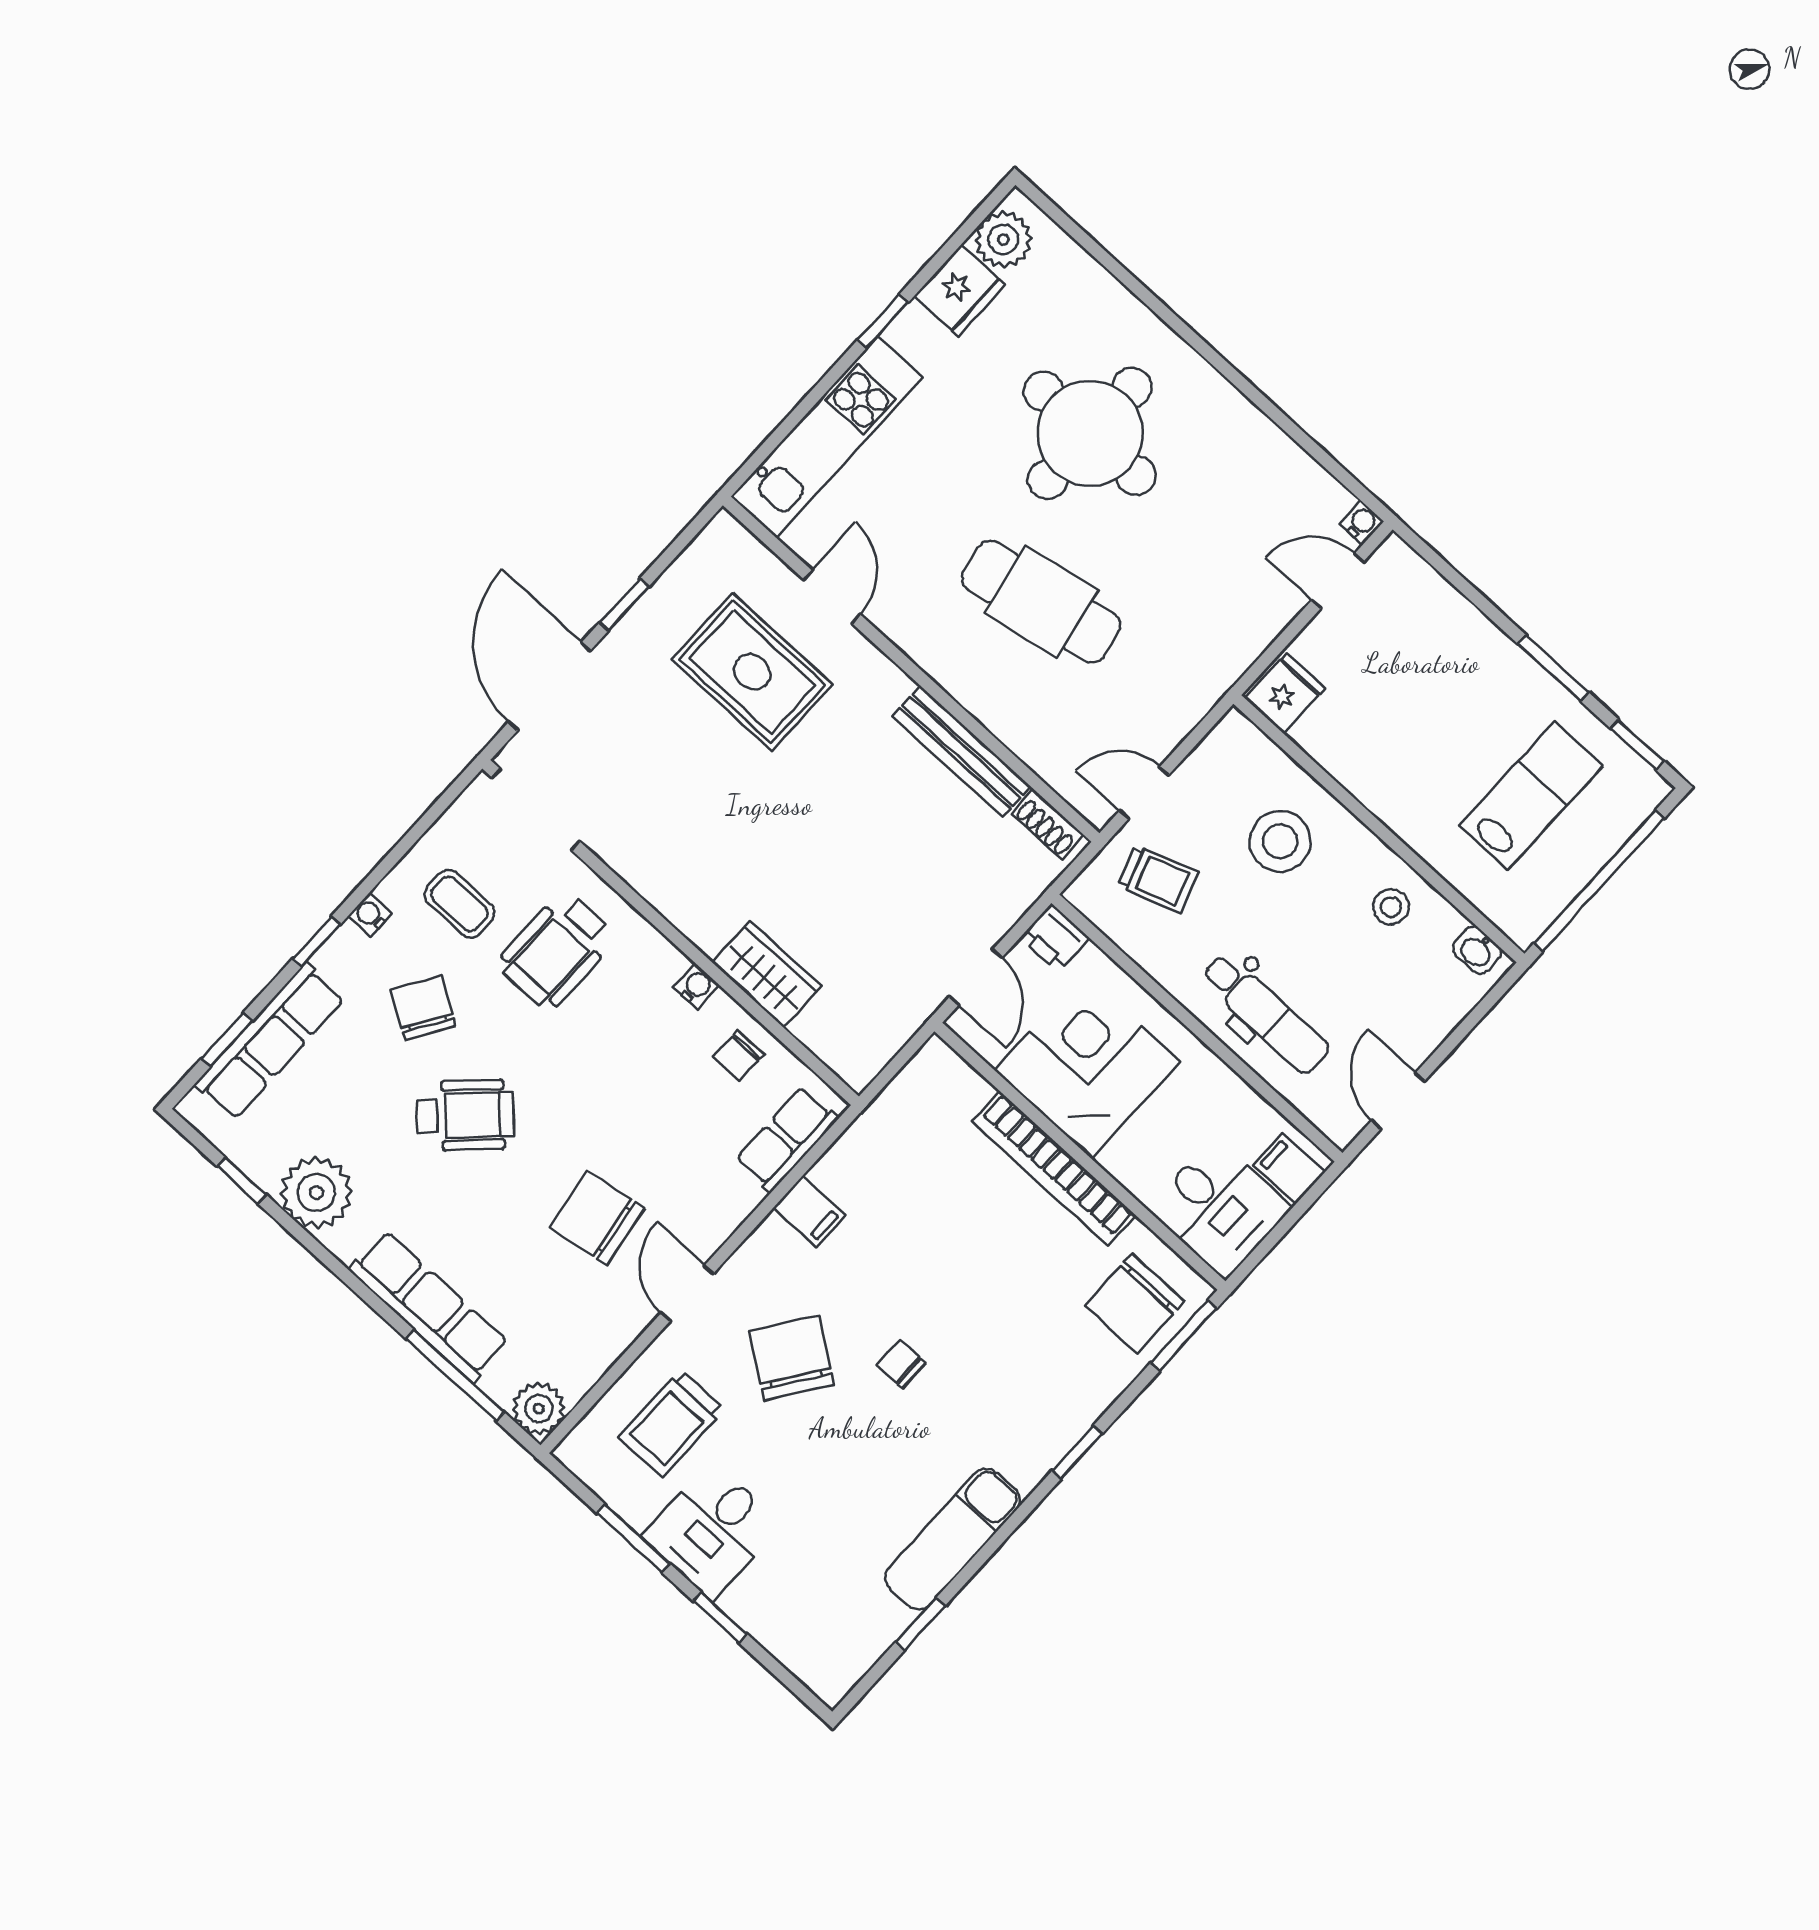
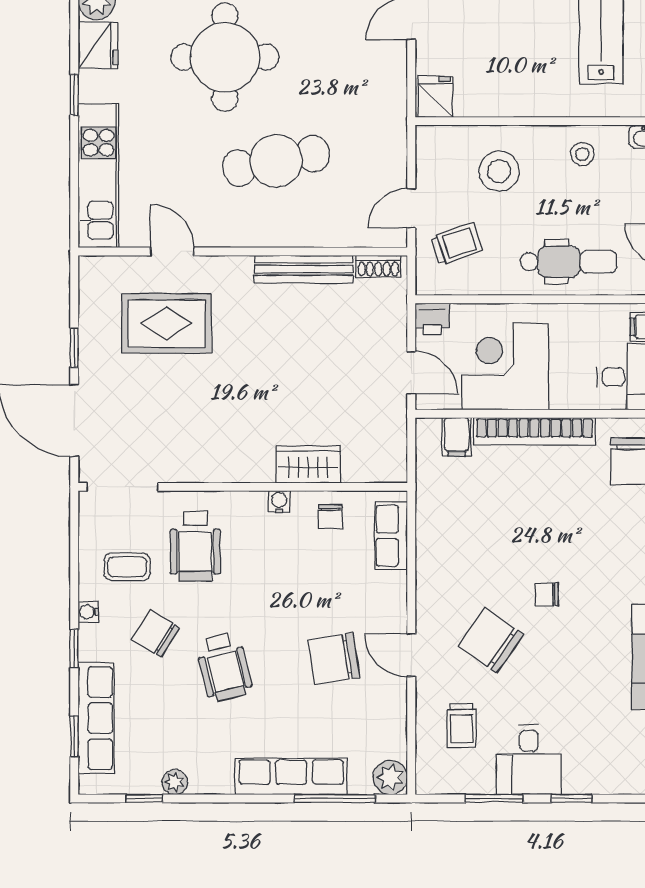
wheelchair: (465, 1115) -> (224, 667), turned 120
plant: (316, 1192) -> (175, 782), width x0.53, depth x0.53
filing cabinet: (809, 1211) -> (457, 437), moved, turned 90
trolley: (672, 1423) -> (462, 726), width x0.73, depth x0.72

